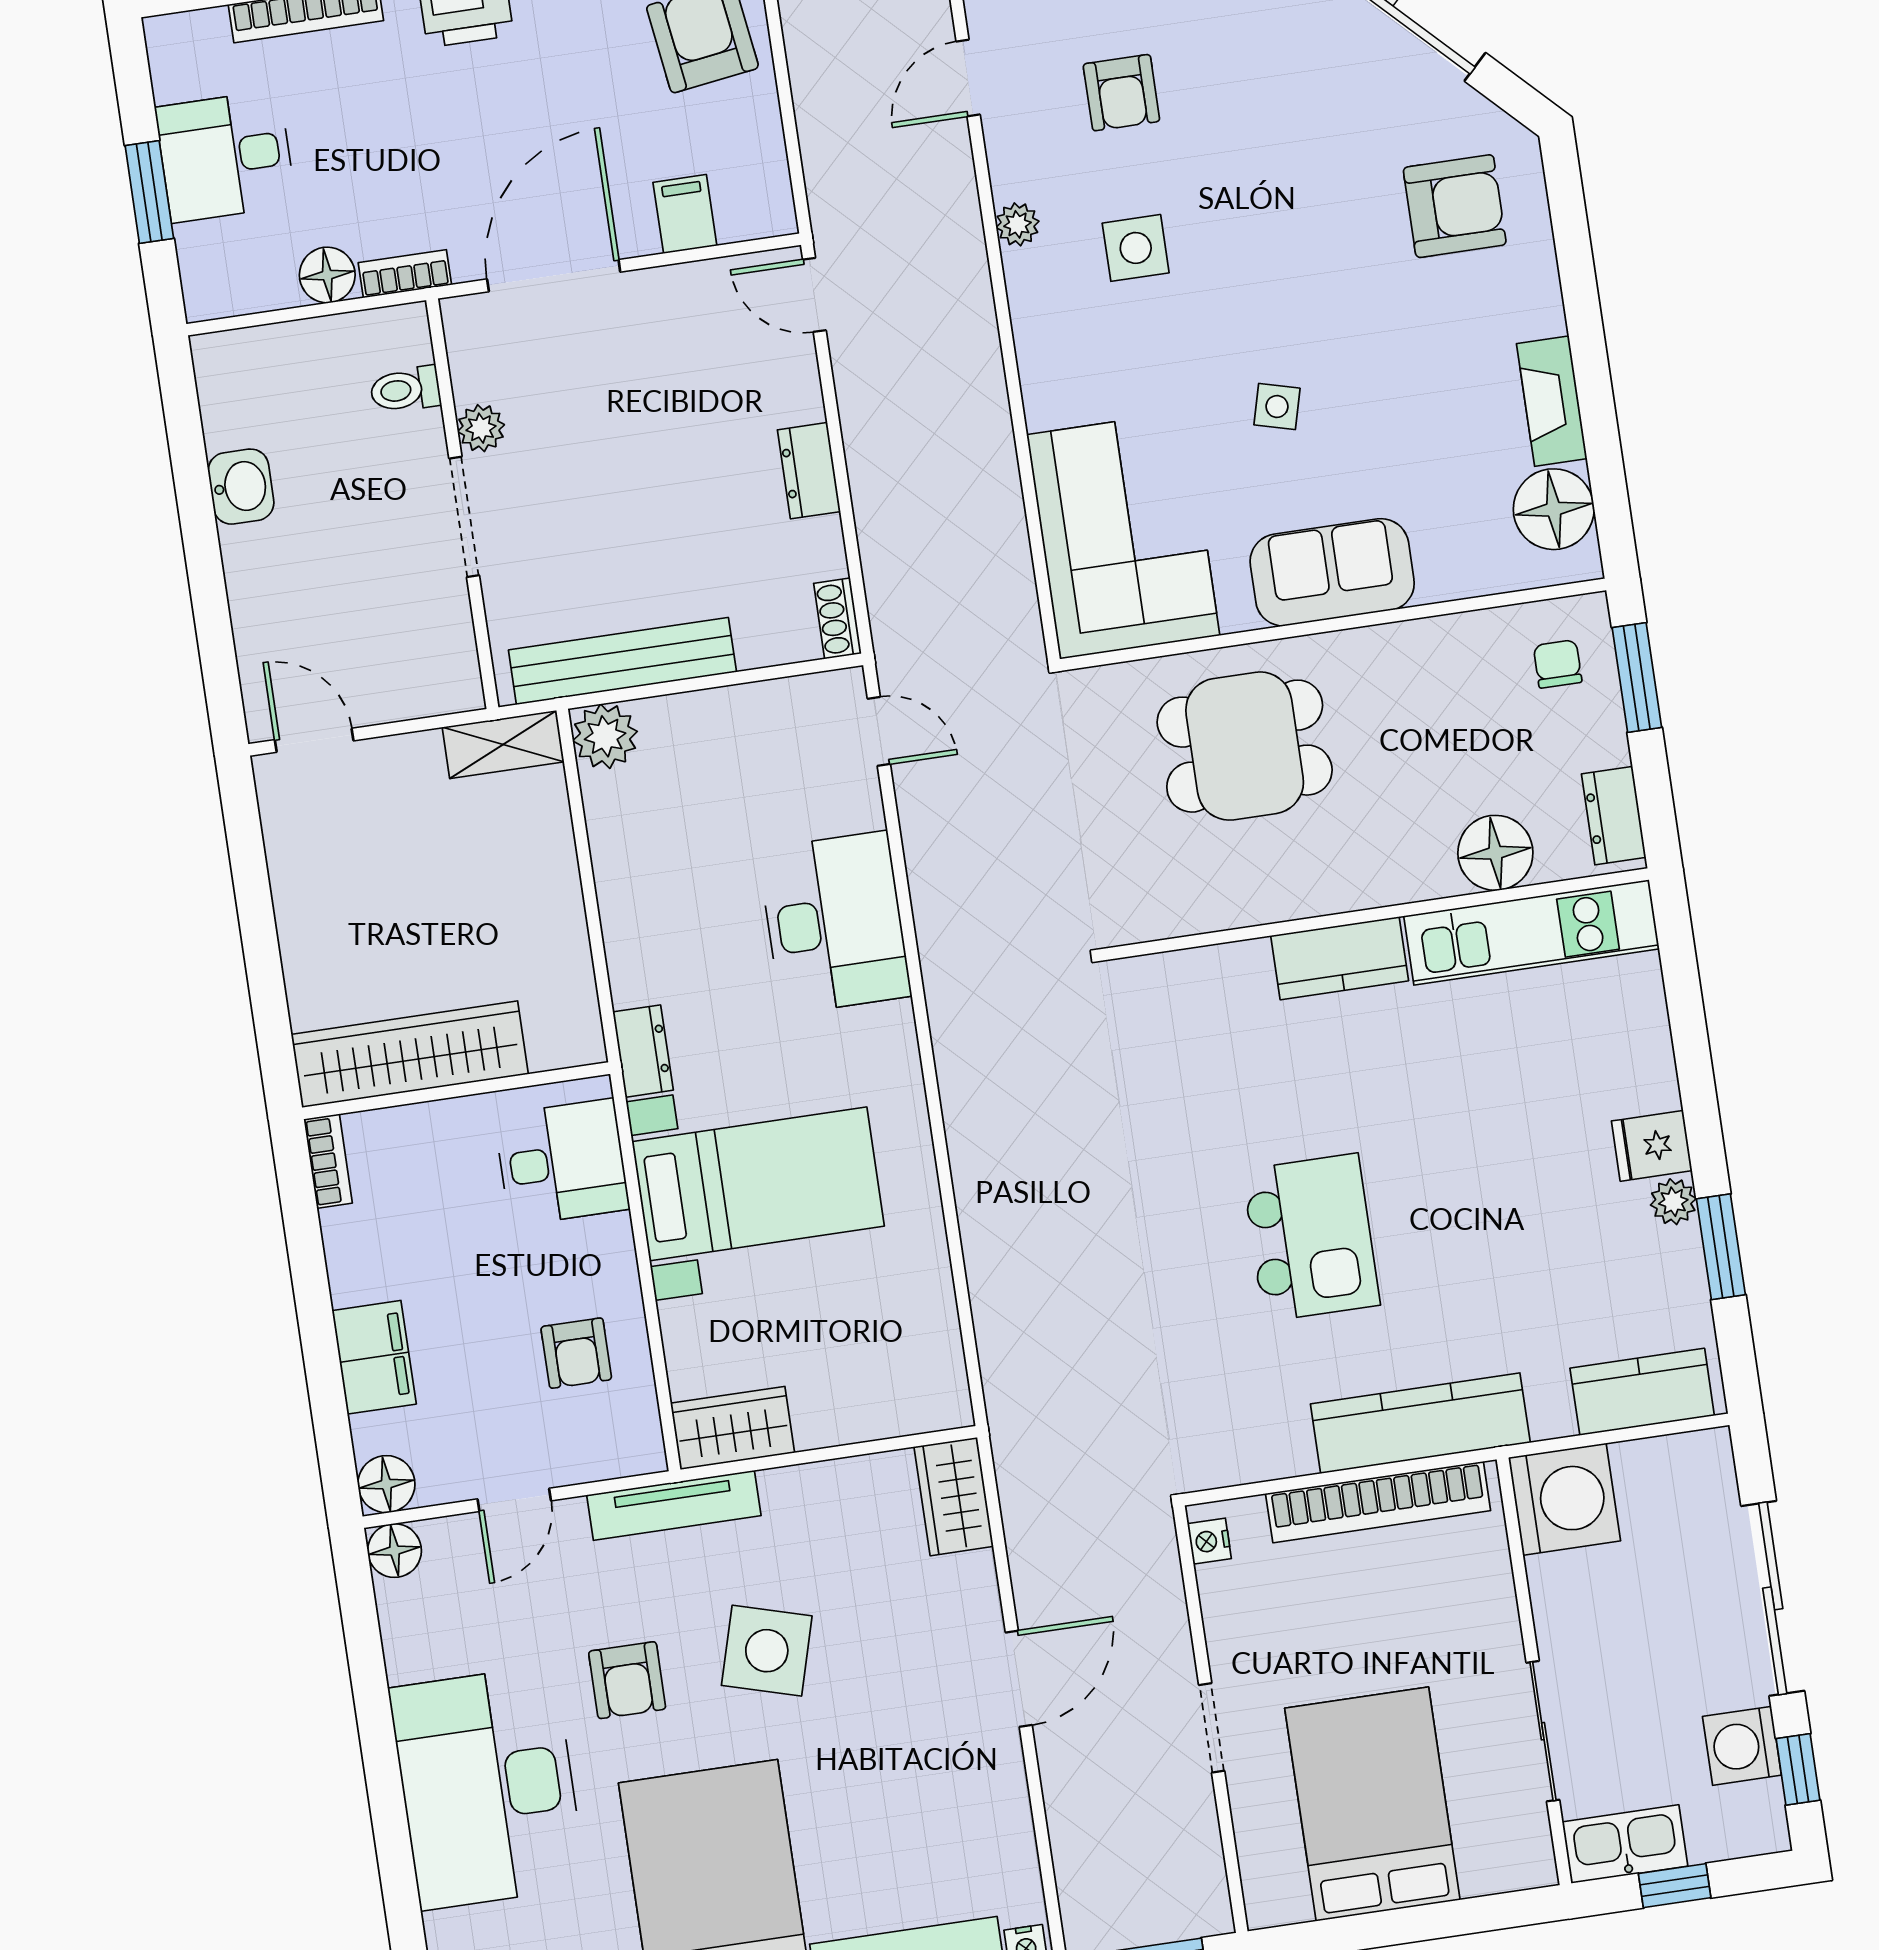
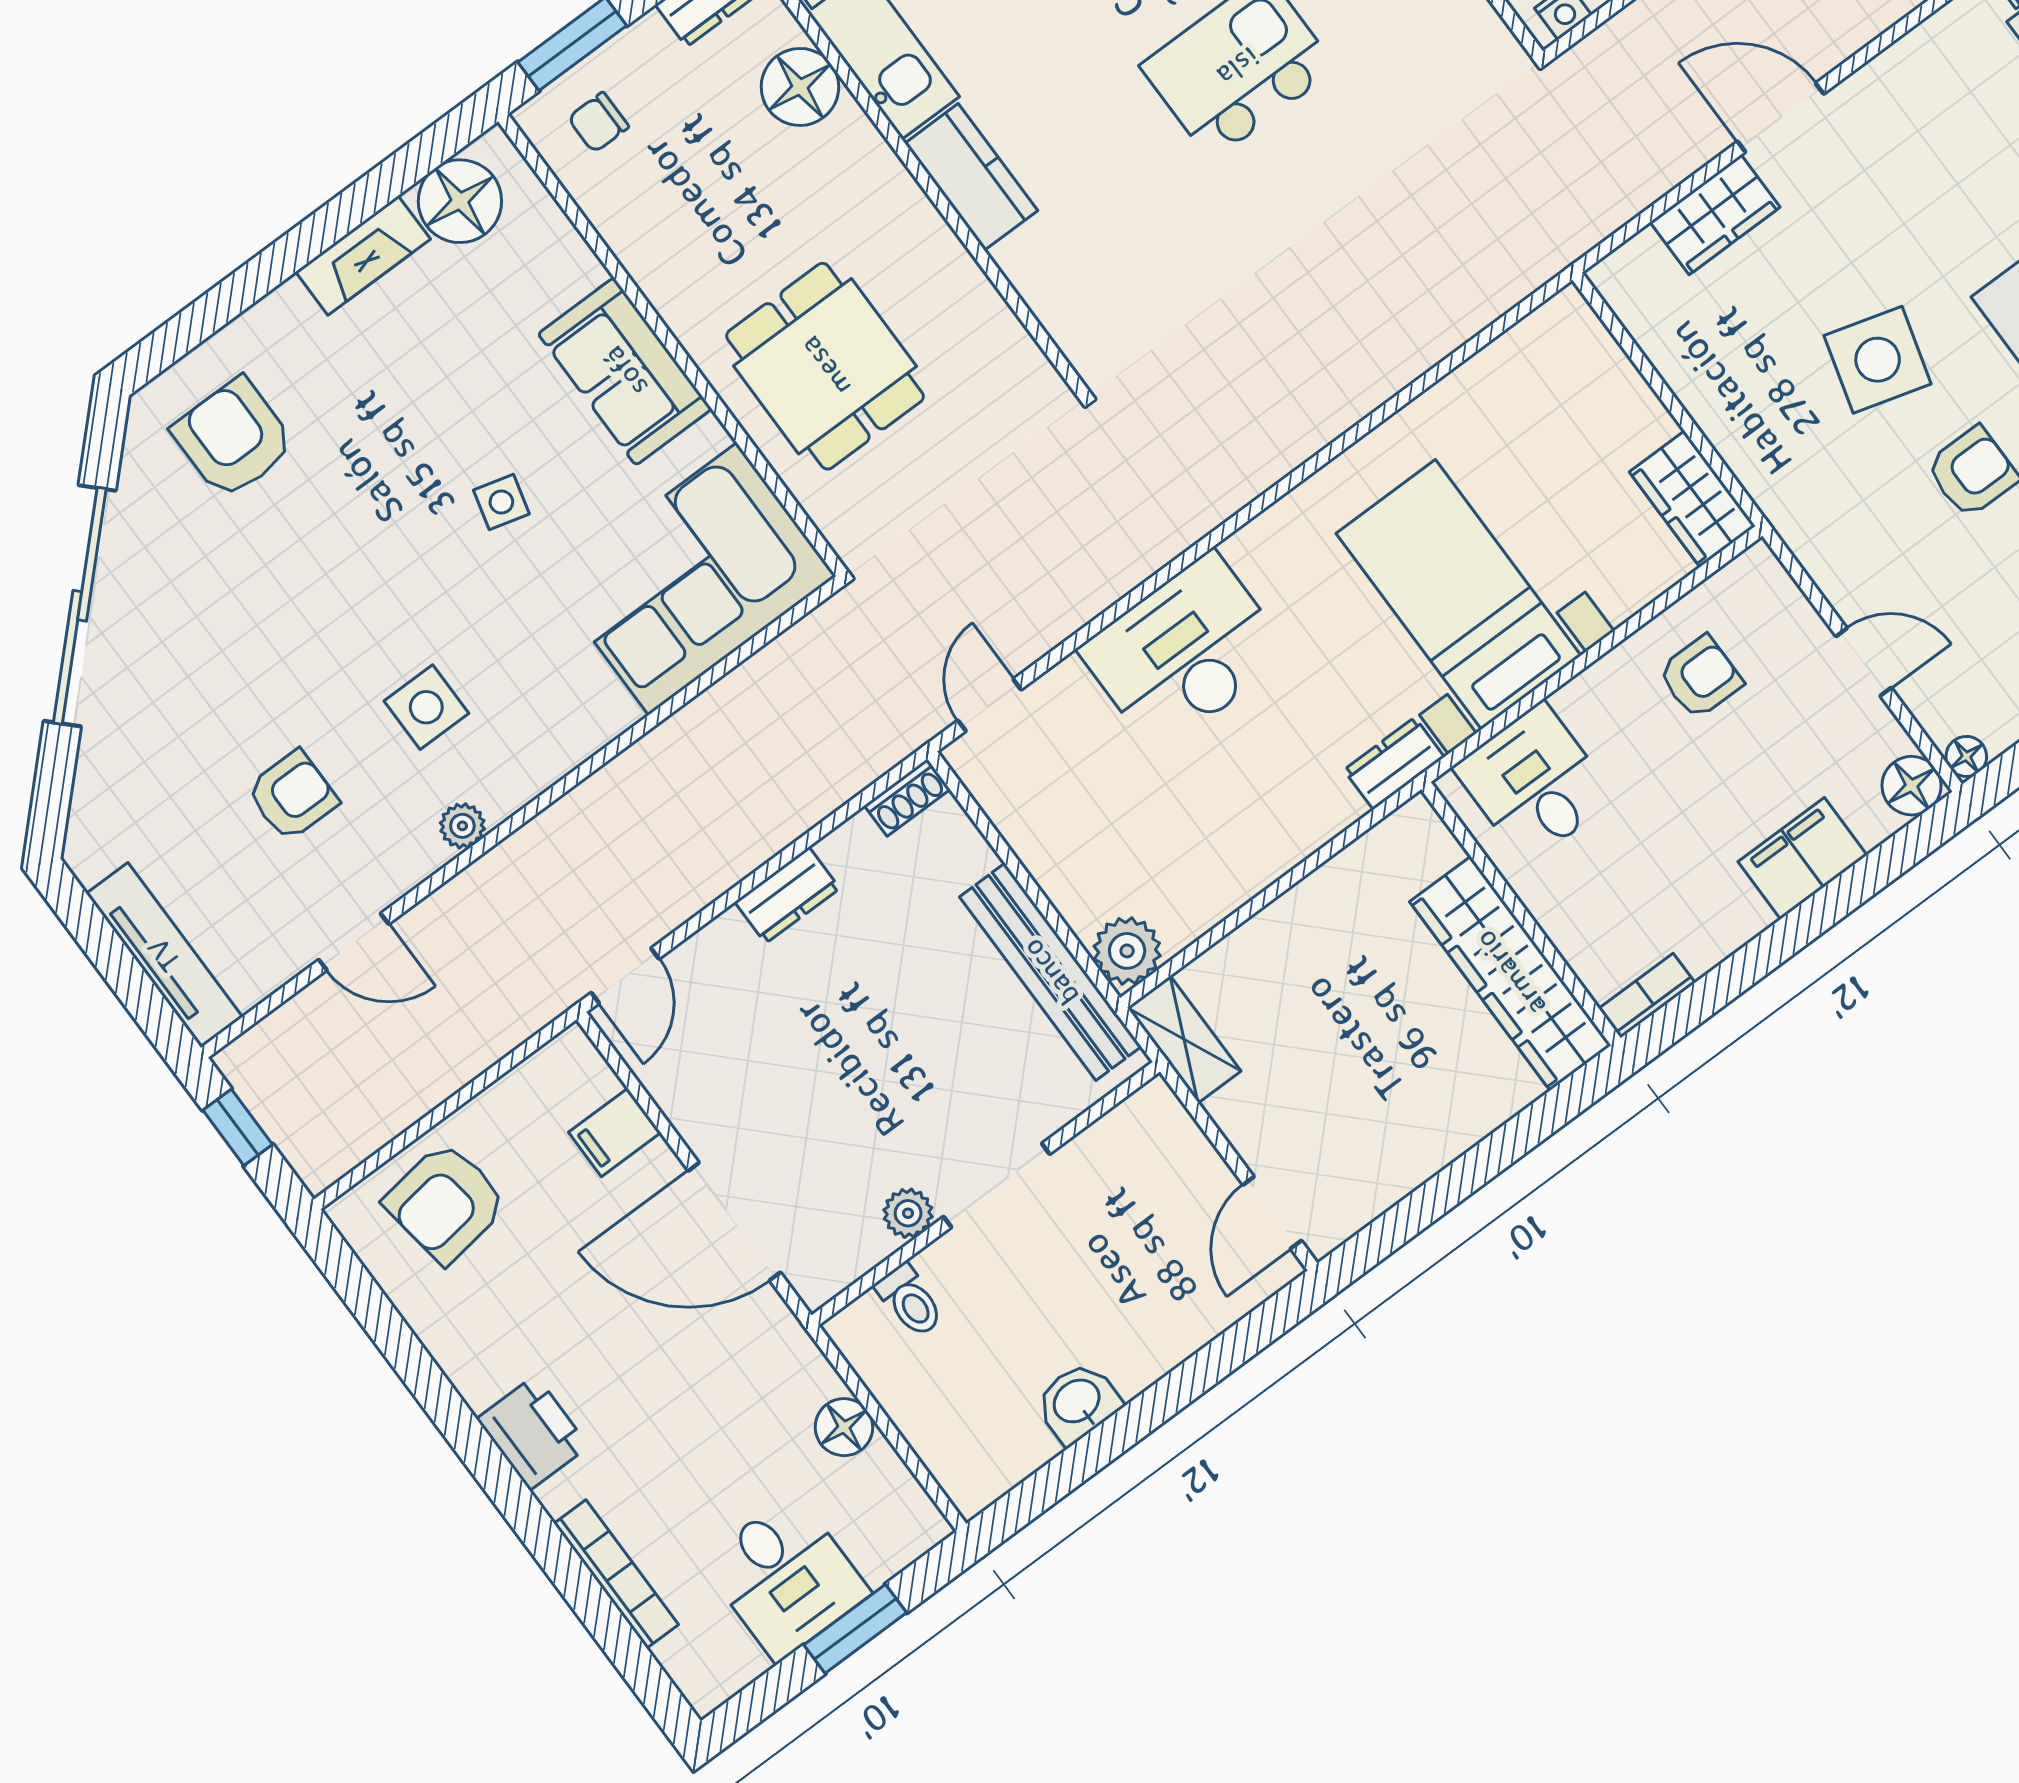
bookcase: (405, 274) -> (805, 1357), removed
wardrobe: (954, 1497) -> (1715, 215), moved
tv unit: (674, 1505) -> (1791, 515), removed
floor lamp: (394, 1551) -> (1966, 756), width x0.73, depth x0.73

